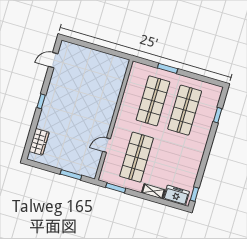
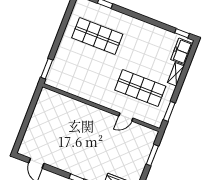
window: (168, 68) -> (47, 69), moved
shop shelf: (153, 101) -> (85, 67), removed
door: (107, 145) -> (126, 117), hinge flipped

